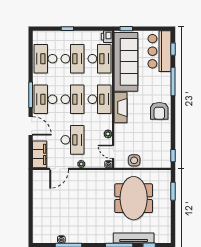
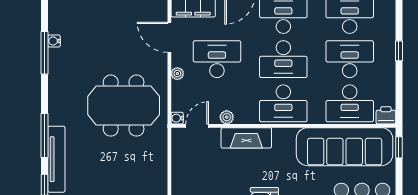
desk: (72, 59) -> (350, 59), turned 180
fireplace: (121, 108) -> (246, 138), moved
desk: (72, 140) -> (217, 59), turned 180
side table: (134, 160) -> (183, 160), removed
meeting table: (134, 198) -> (124, 106), moved

